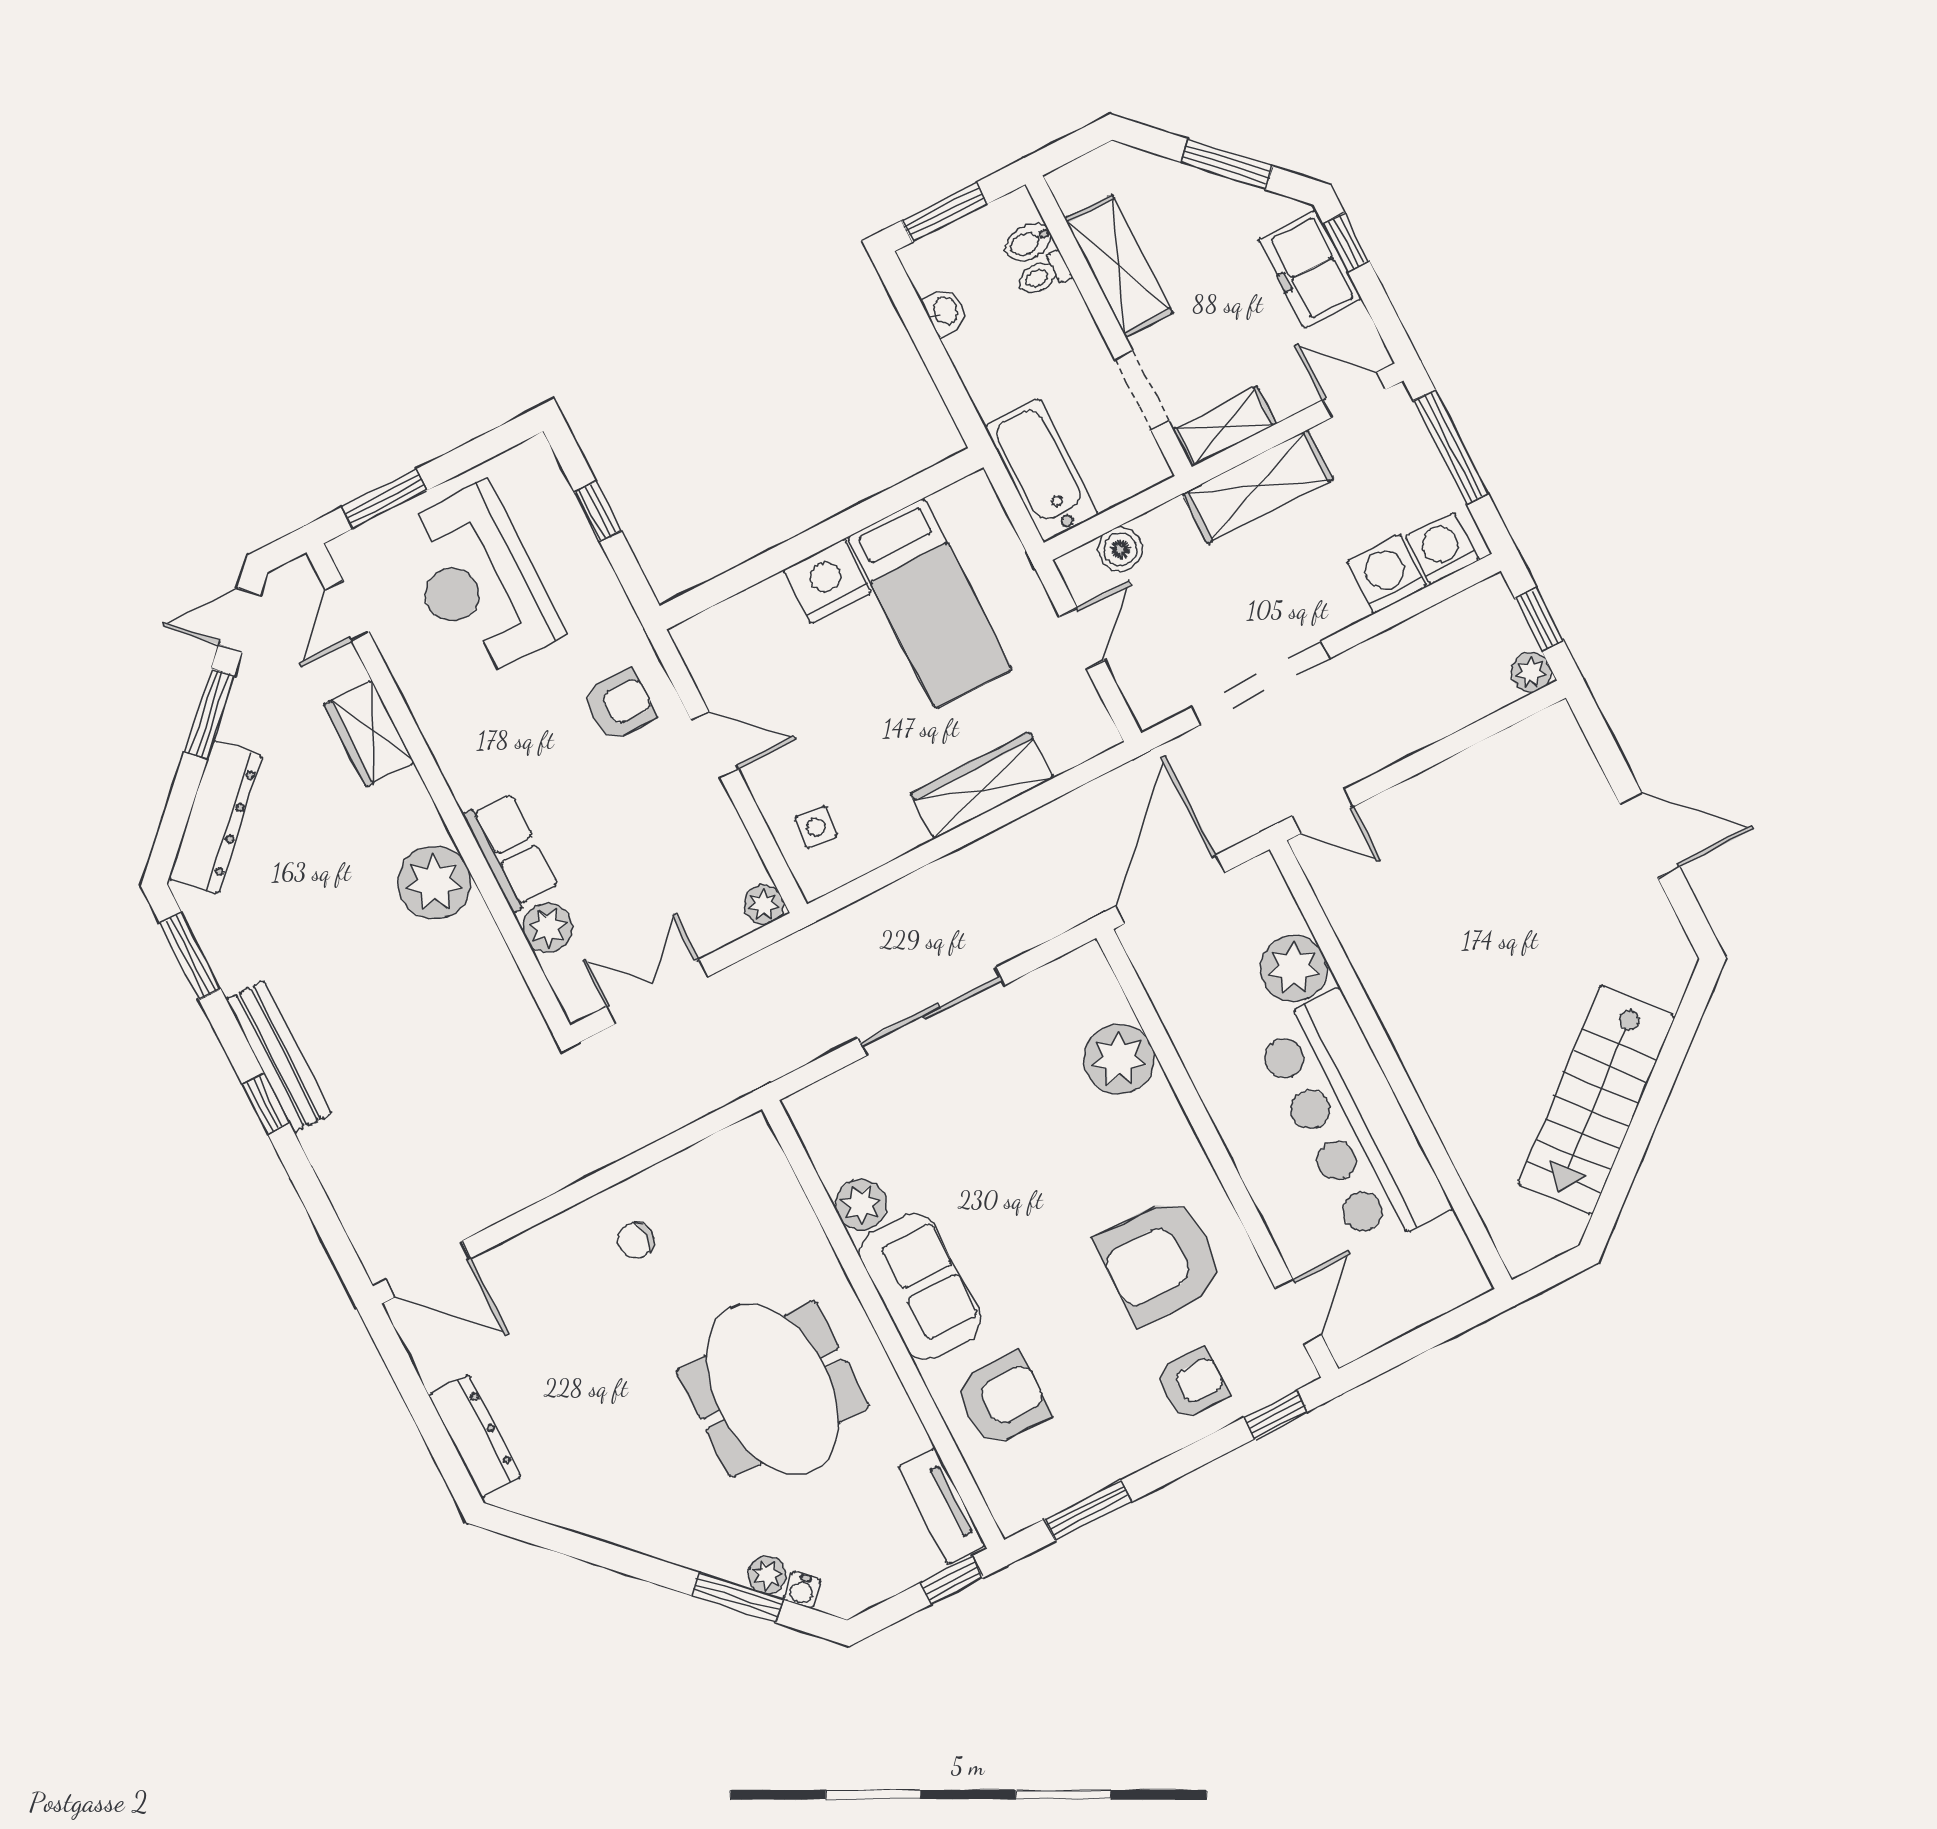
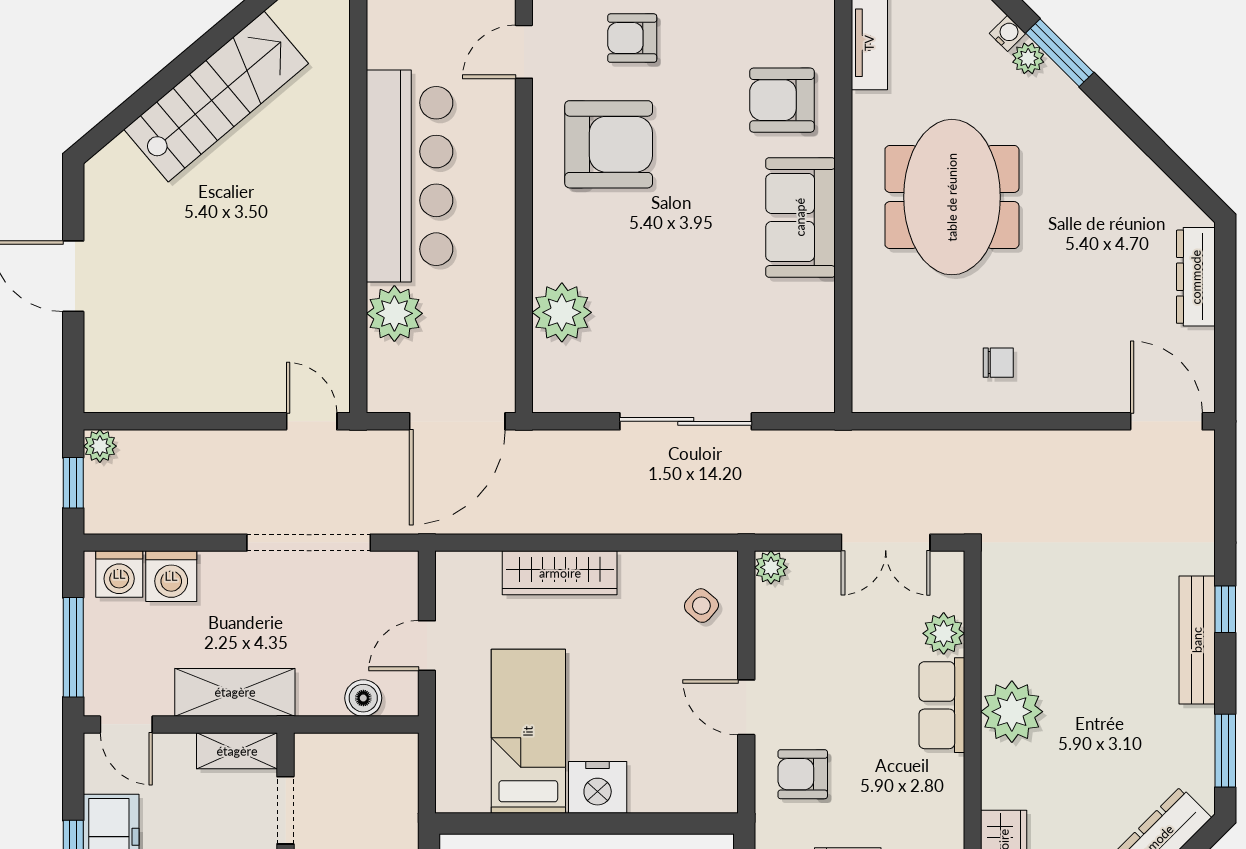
bathtub: (1041, 471) -> (393, 788), removed
side table: (816, 827) -> (701, 606), turned 36
plant: (861, 1205) -> (814, 302), removed

